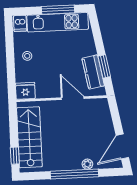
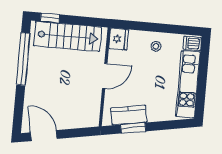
window: (58, 10) -> (202, 87), removed
door: (73, 98) -> (105, 76), moved
plant: (87, 164) -> (30, 95), removed
window: (74, 174) -> (23, 59), moved

